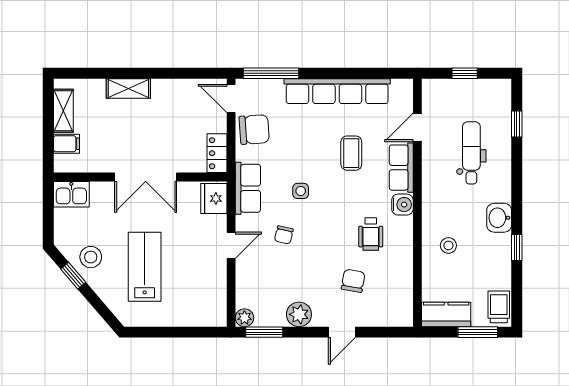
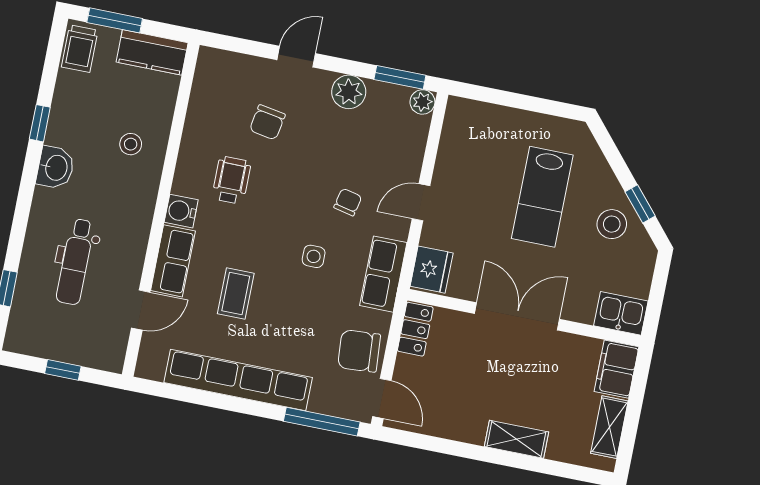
filing cabinet: (66, 144) -> (616, 369), width x2.00

